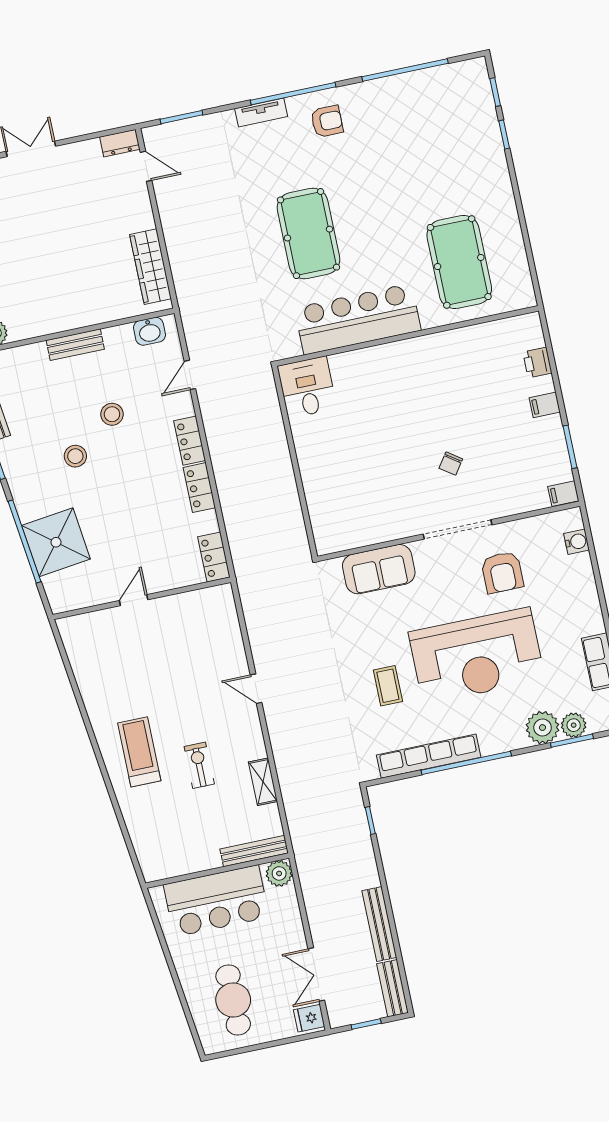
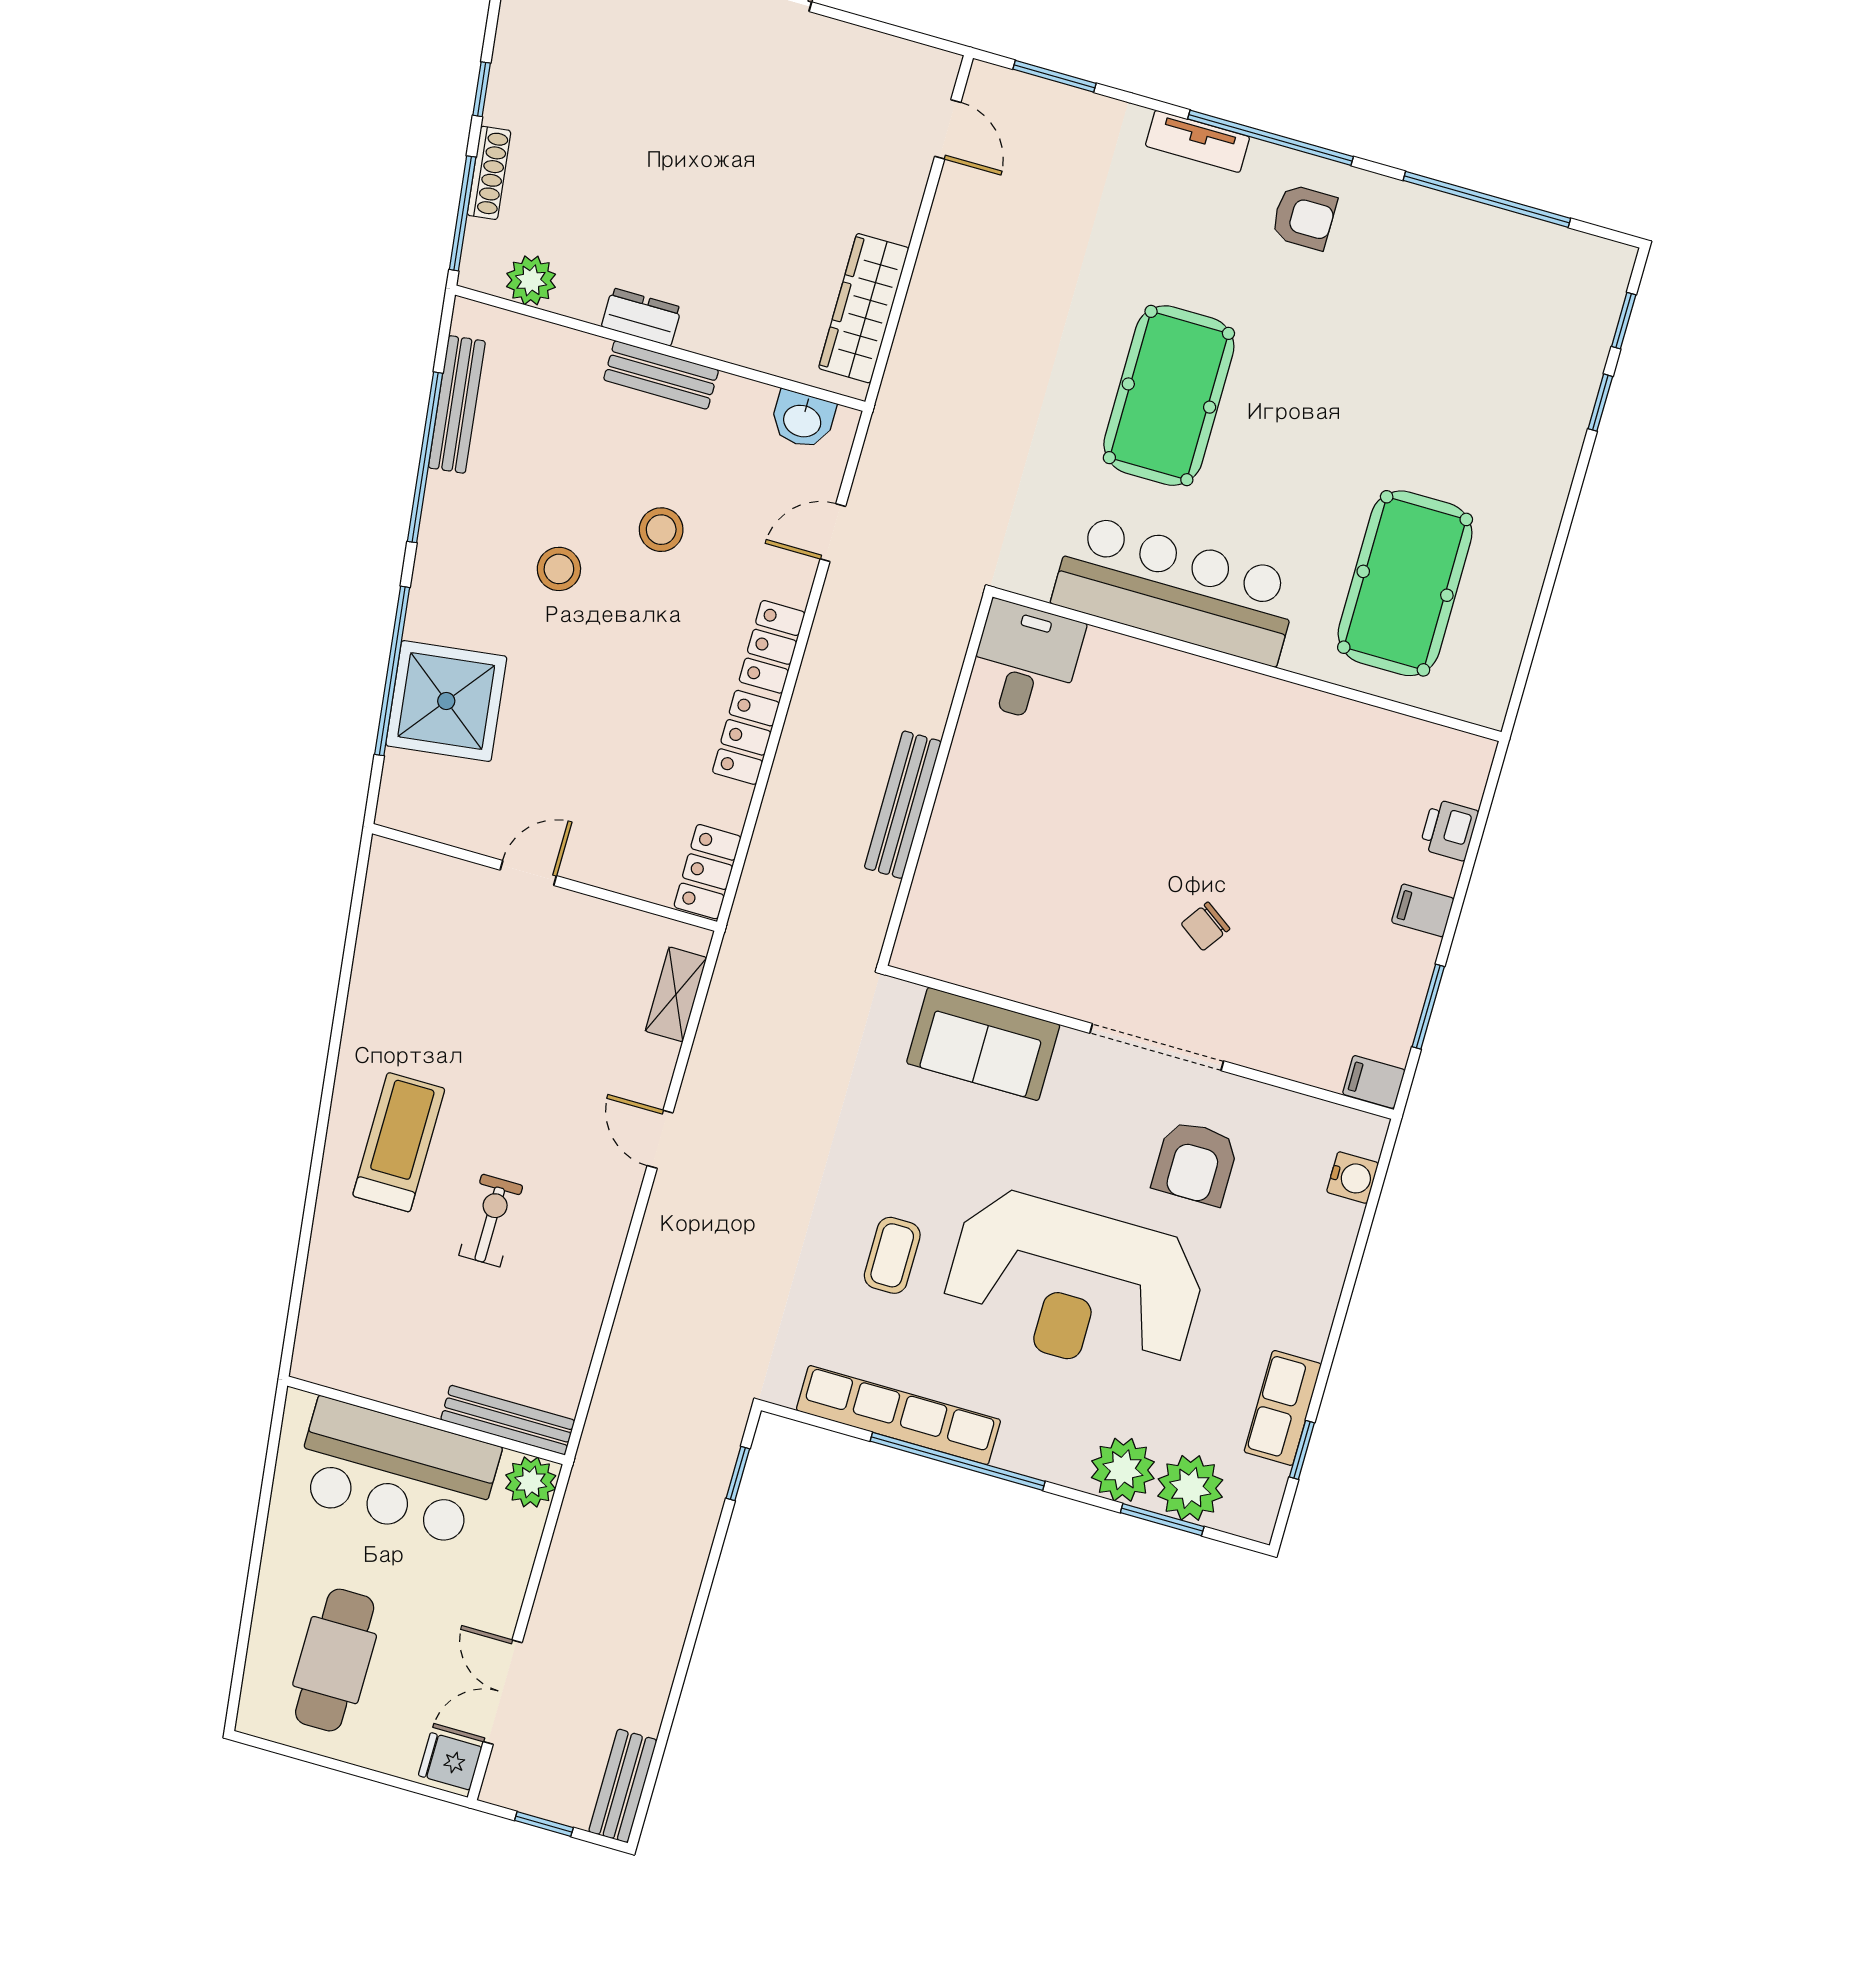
dresser: (120, 143) -> (641, 317), moved, turned 180
plant: (574, 725) -> (1190, 1488), width x1.36, depth x1.36
shelving: (263, 782) -> (676, 994), moved
bench: (379, 924) -> (903, 805), moved

